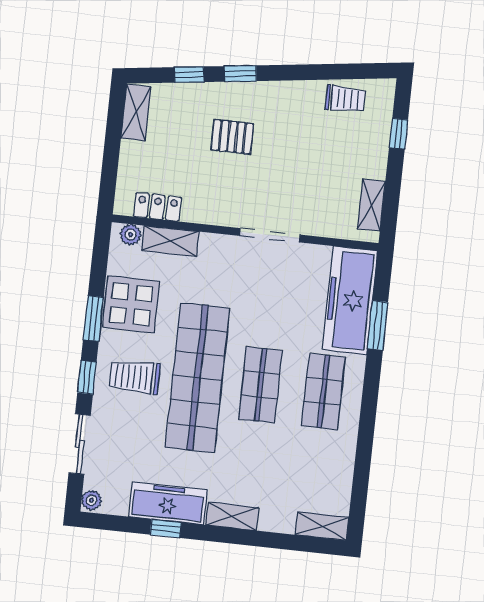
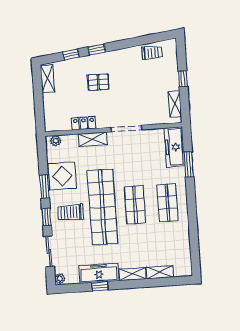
window: (398, 134) -> (183, 79), moved
locker: (157, 207) -> (84, 123), moved
shelving: (170, 241) -> (93, 139), moved
freezer: (350, 300) -> (174, 147), width x0.73, depth x0.79
shelving: (322, 526) -> (160, 272), moved

